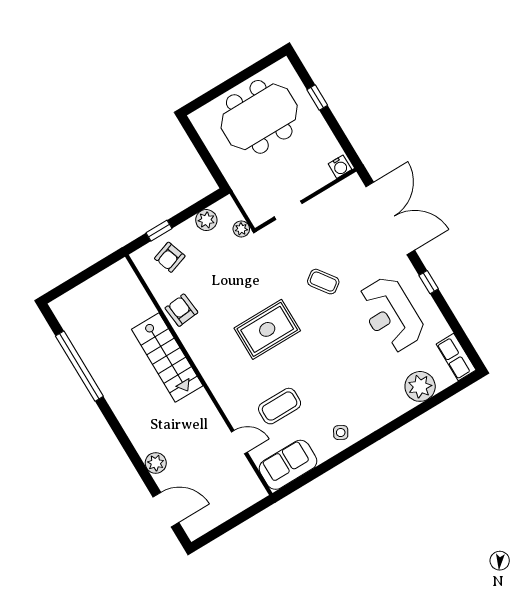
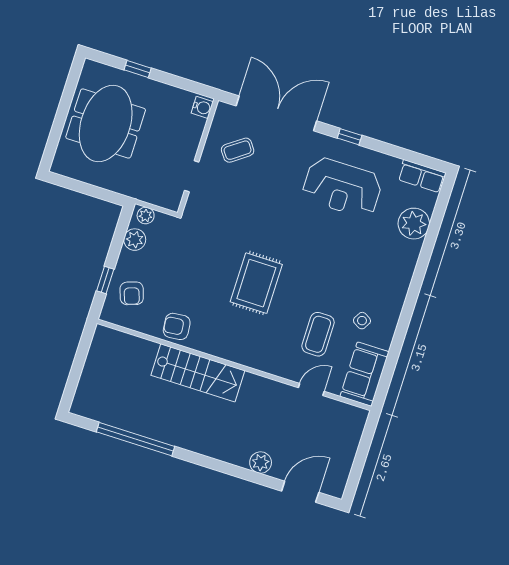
plant: (241, 229) -> (146, 216), moved
coffee table: (323, 282) -> (238, 150), moved
side table: (341, 433) -> (362, 321), moved

